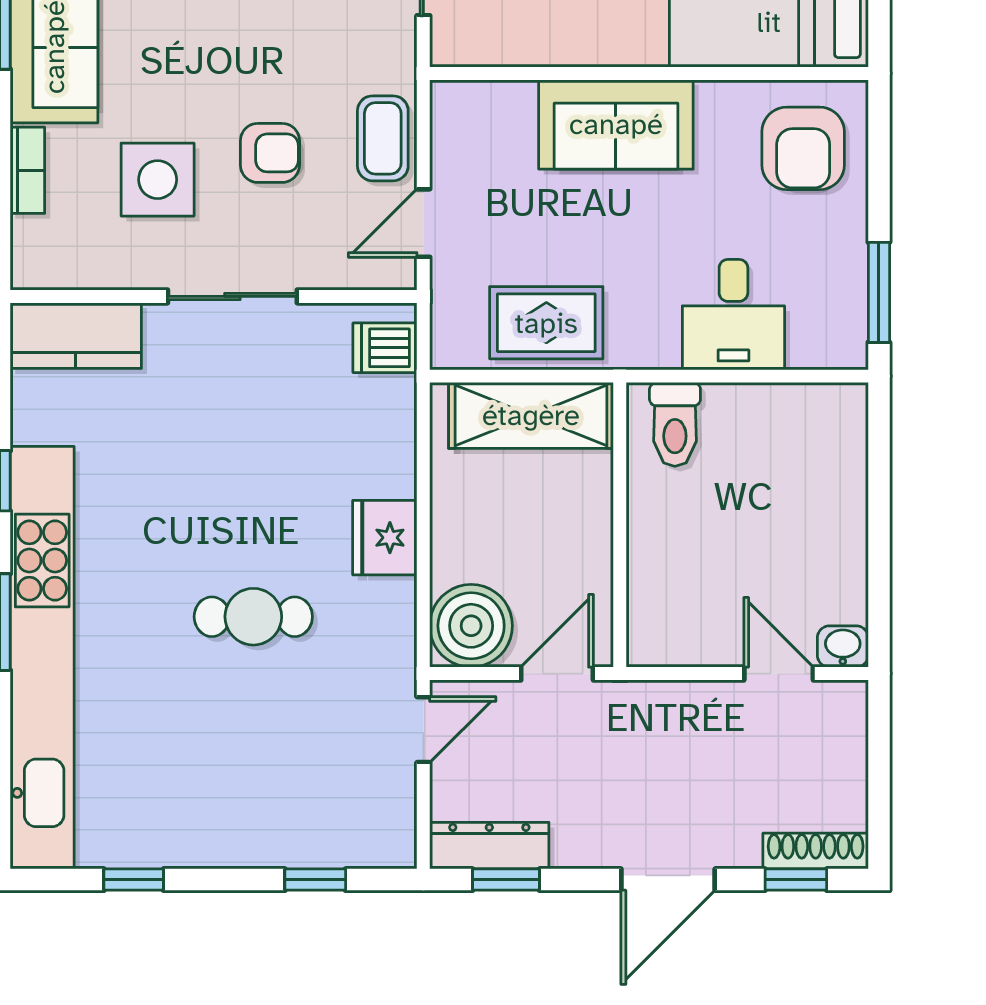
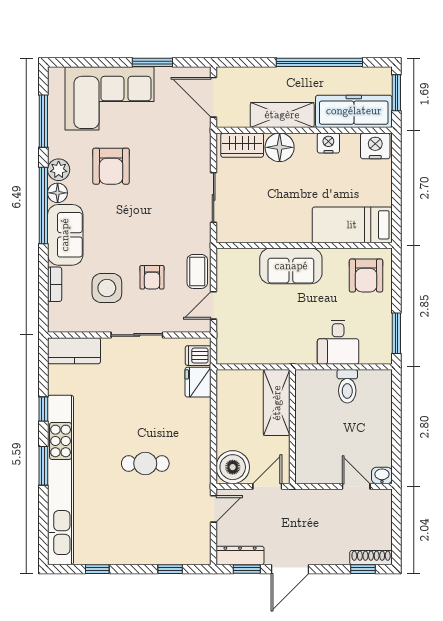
armchair: (270, 153) -> (152, 277), turned 90
rug: (546, 323) -> (263, 345), removed
shelving: (531, 415) -> (277, 403), moved, turned 90
toilet: (675, 424) -> (347, 386), moved
fridge: (385, 538) -> (198, 382), moved
door: (668, 880) -> (290, 569), moved

